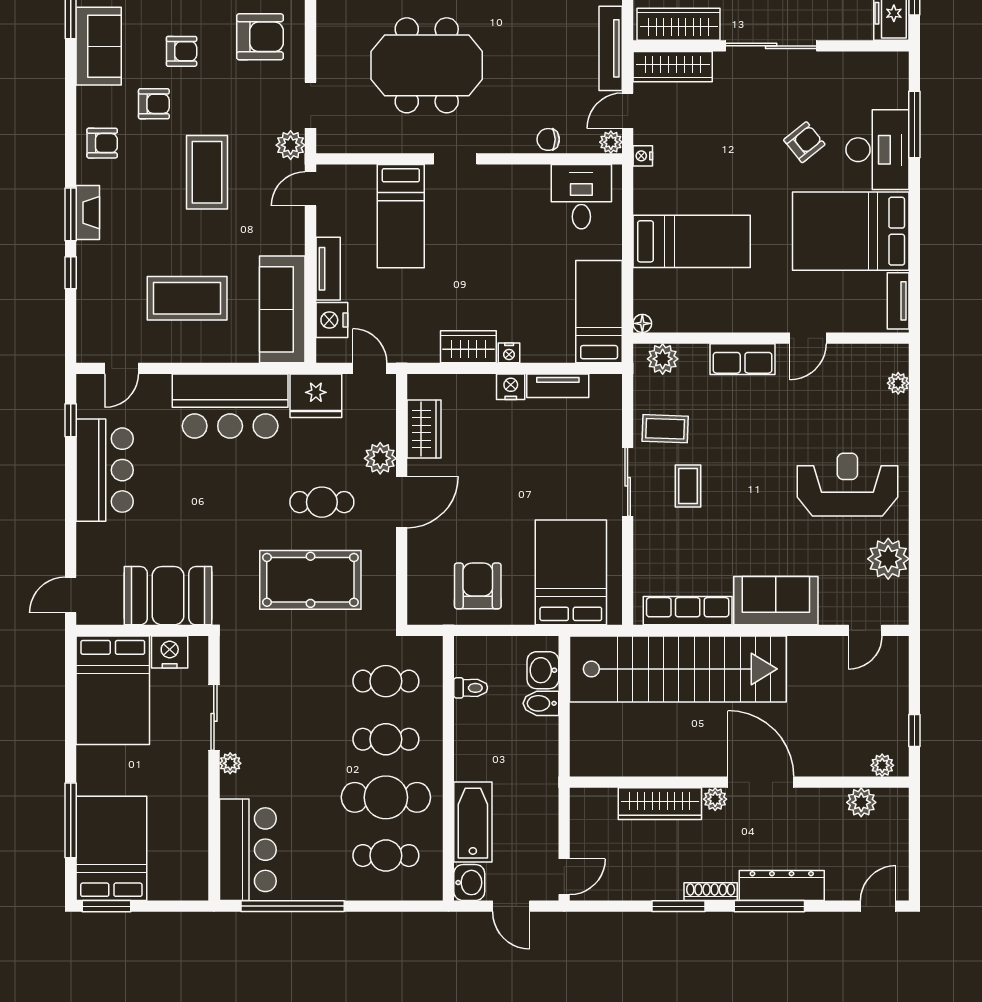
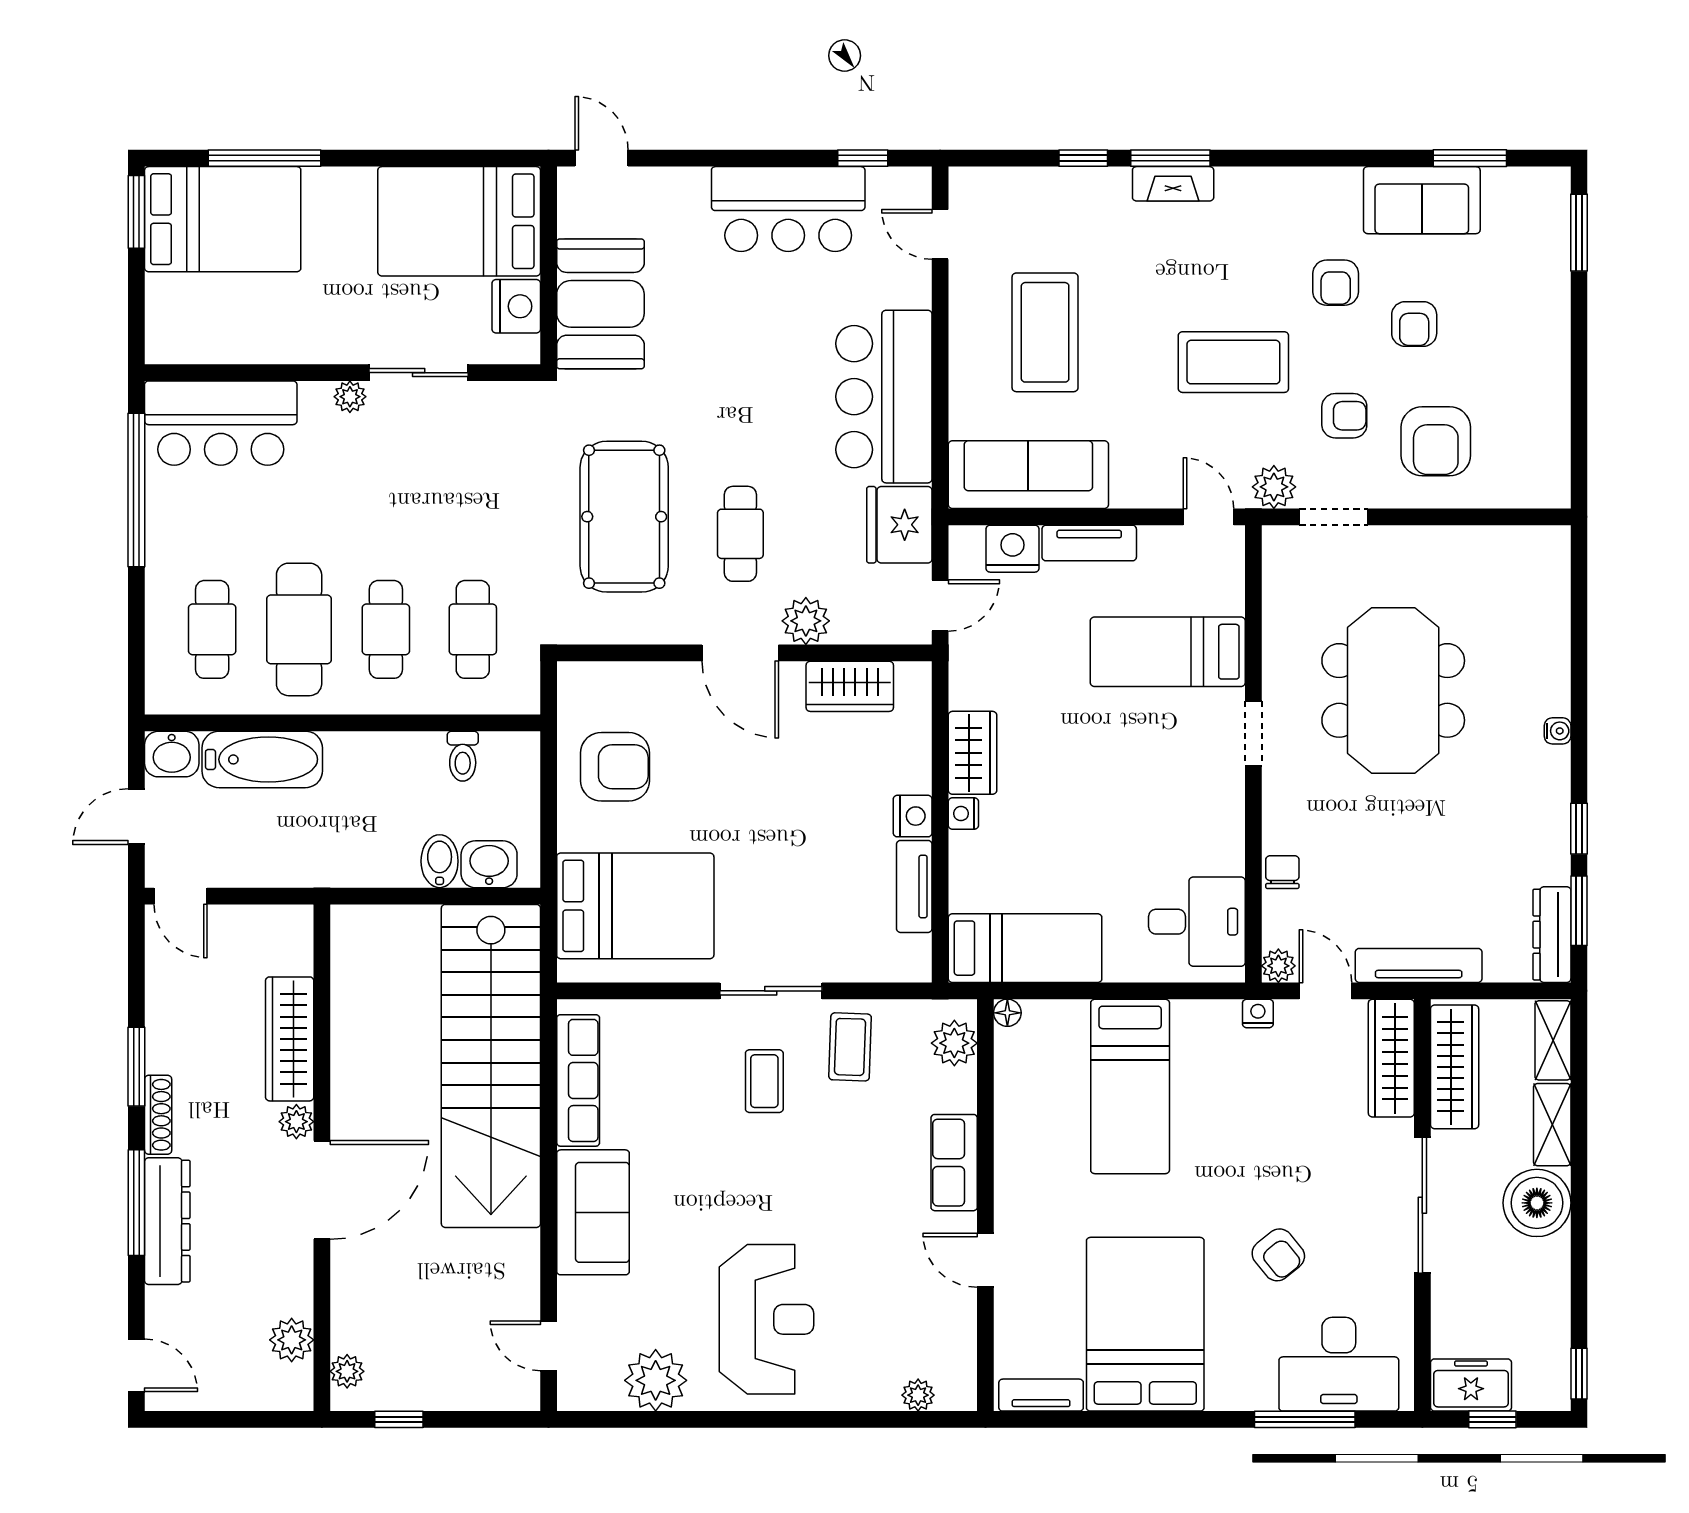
armchair: (102, 143) -> (1344, 416), moved, turned -90
desk: (877, 150) -> (1339, 1364), moved
coffee table: (688, 486) -> (764, 1081), turned 90

